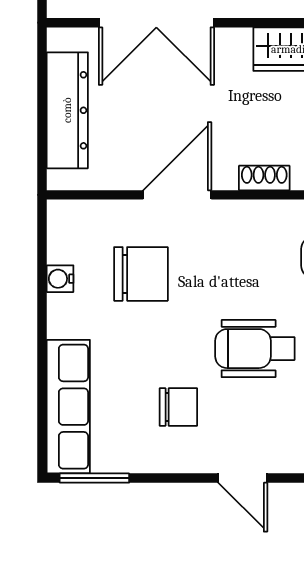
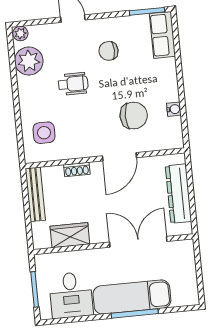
chair: (141, 274) -> (134, 116), turned 180
wheelchair: (255, 349) -> (73, 84), width x0.73, depth x0.73
row of seats: (68, 407) -> (162, 35), width x0.68

